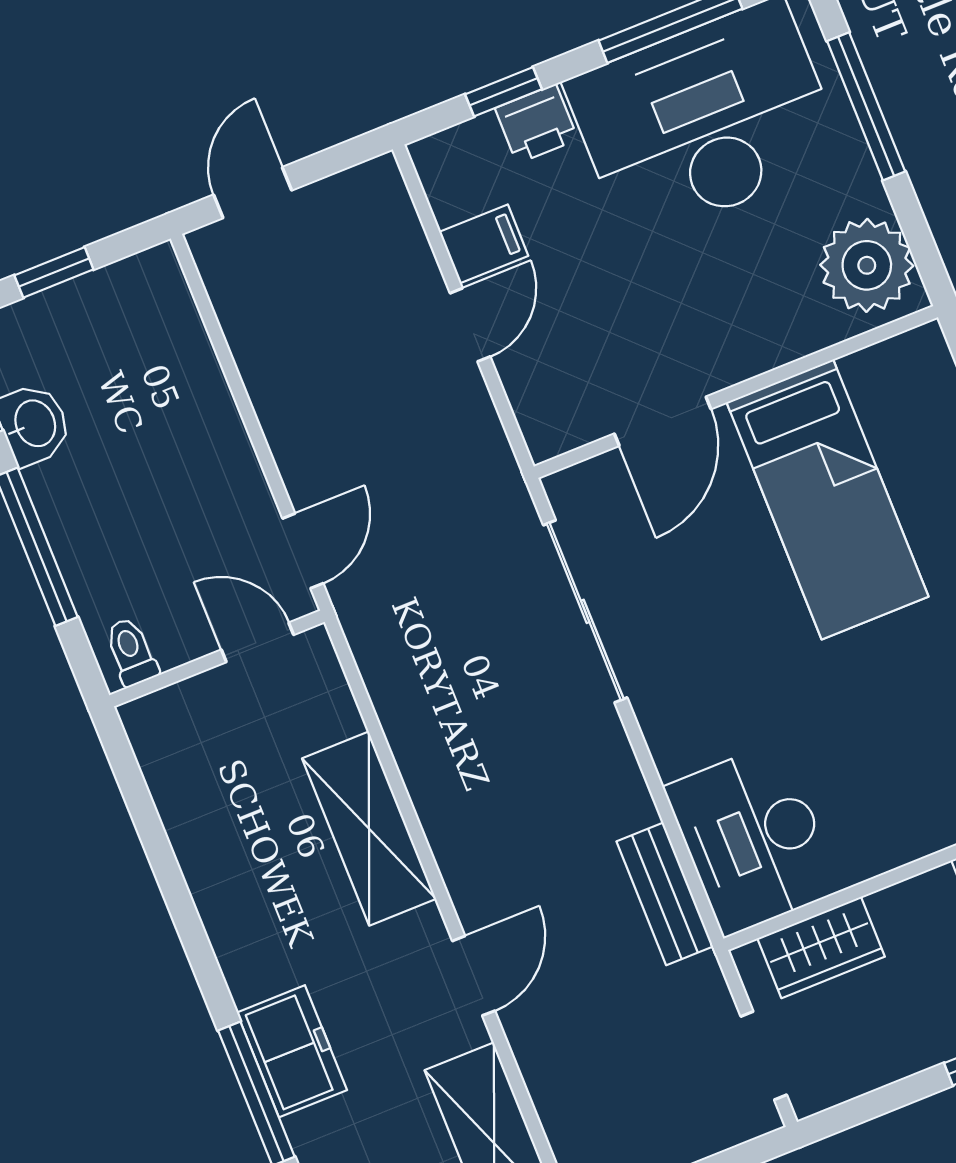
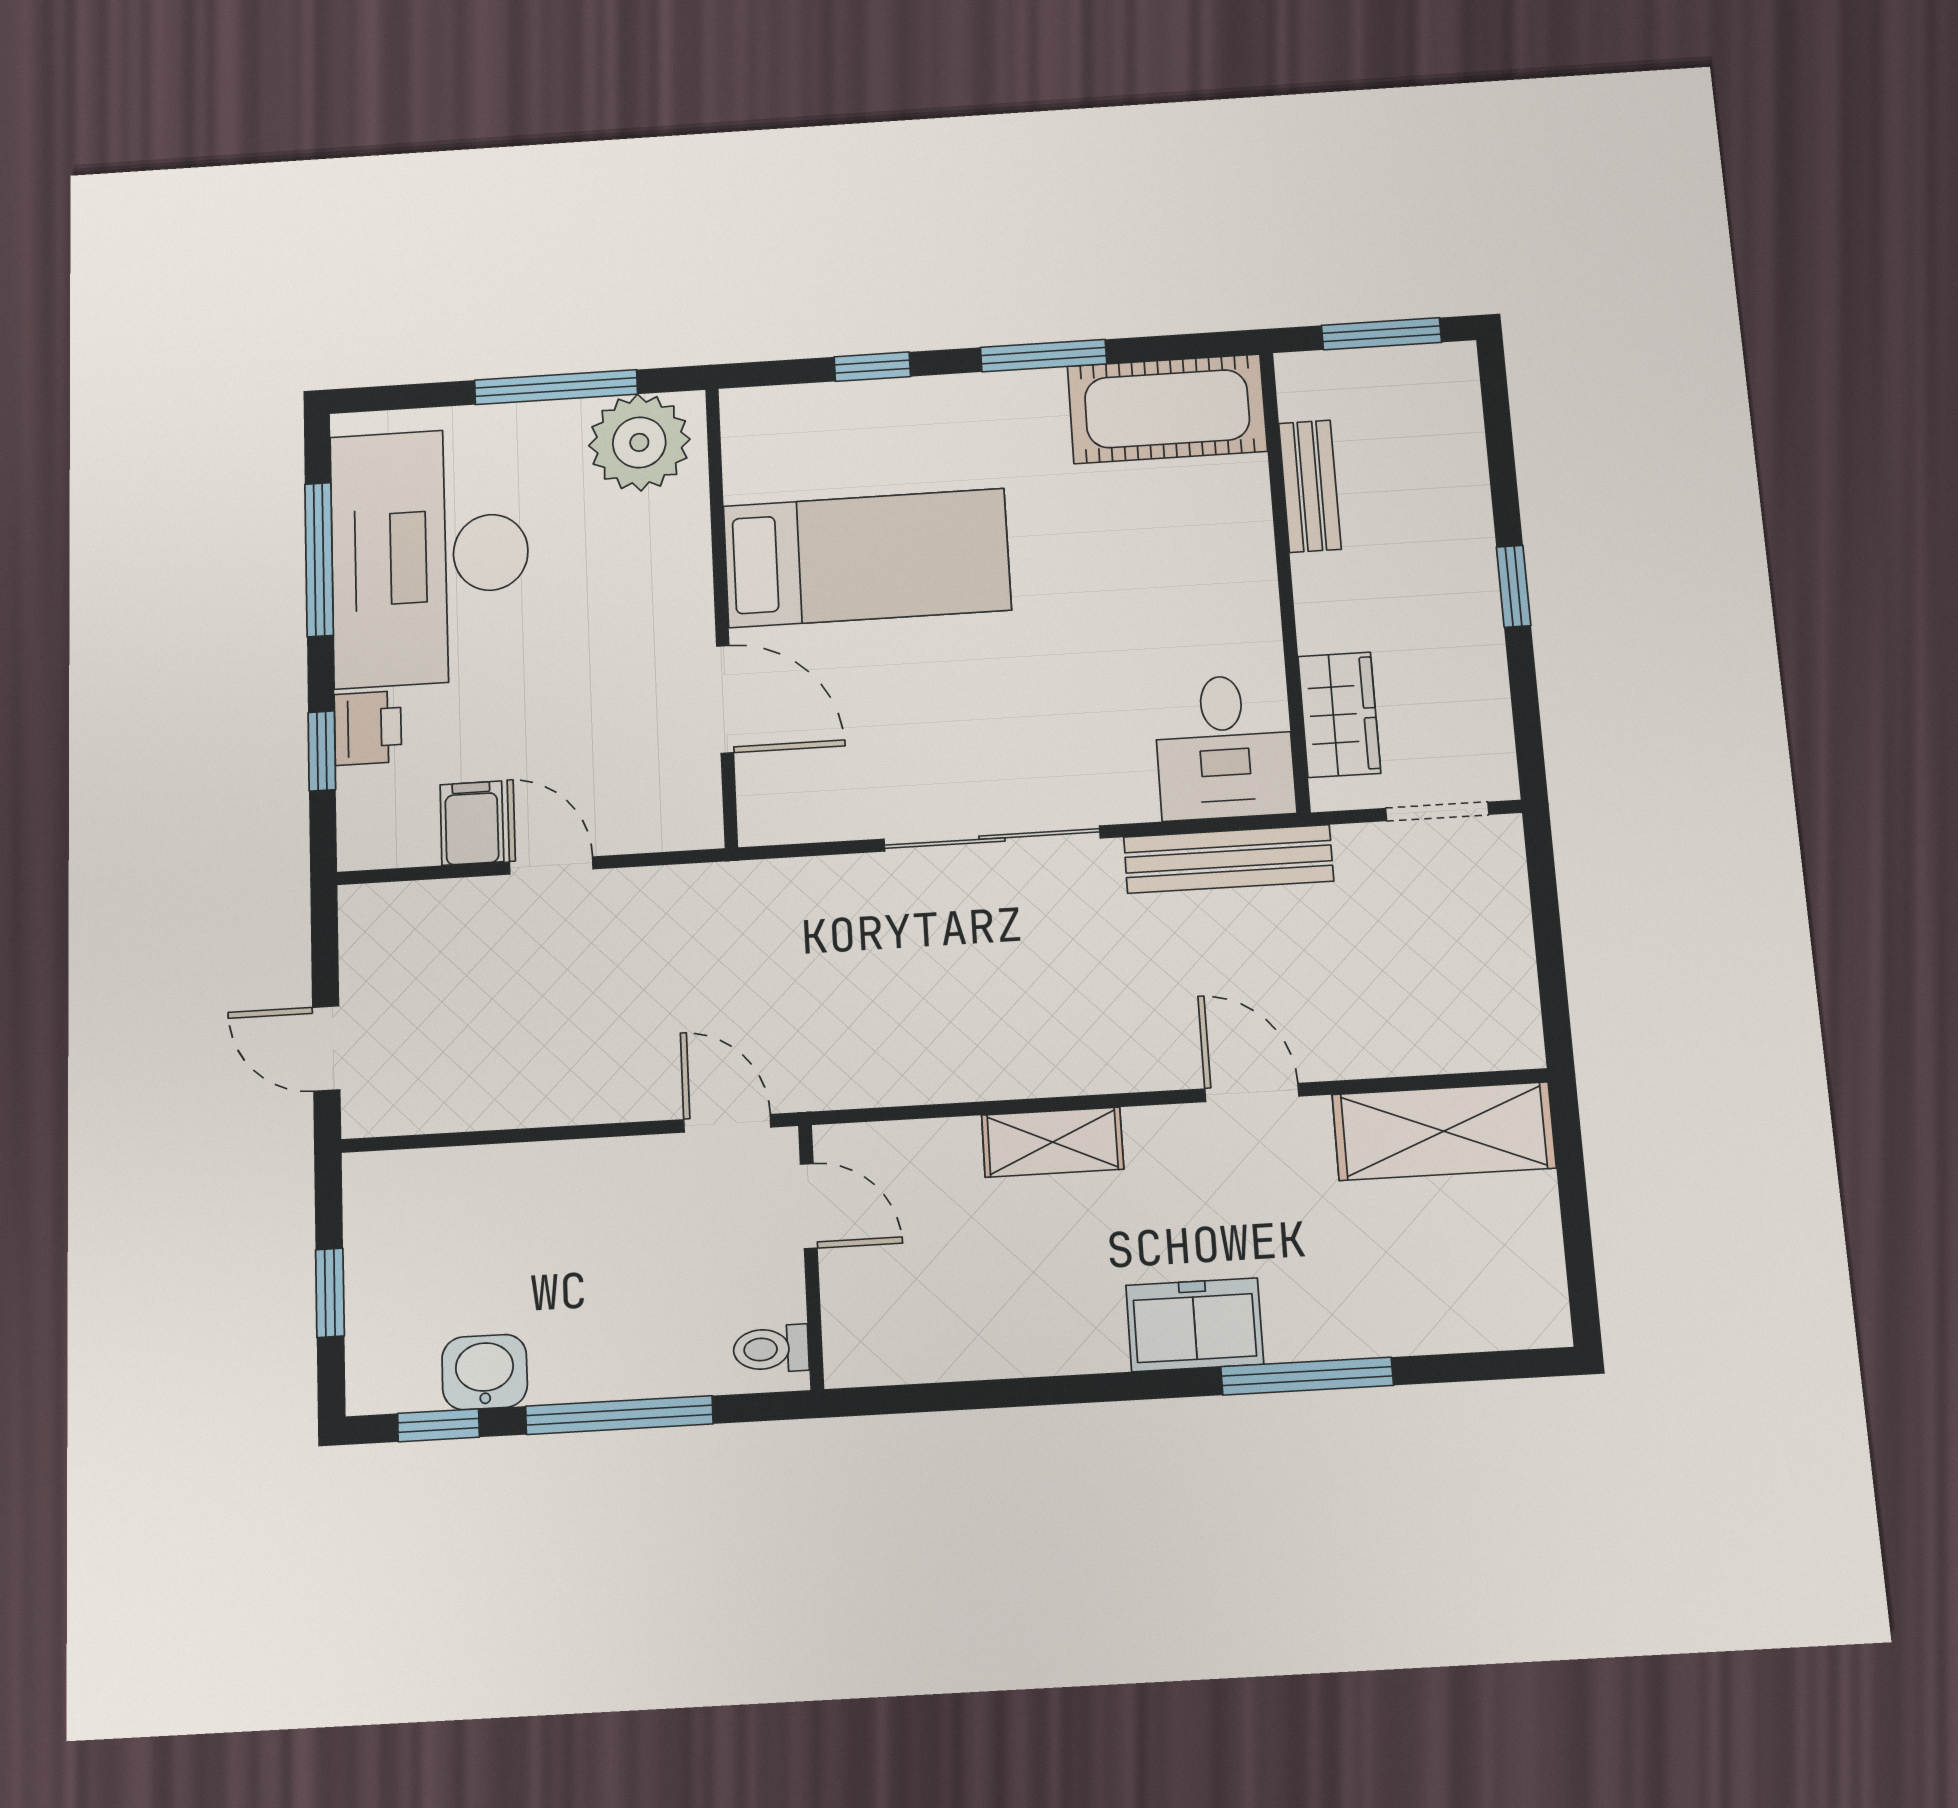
window: (866, 106) -> (556, 387), moved
sliding door: (585, 611) -> (992, 839), moved
door: (257, 642) -> (809, 1206), swing flipped
shelving: (369, 829) -> (1052, 1142), width x0.67, depth x0.75
desk: (753, 839) -> (1224, 747), width x0.73
bench: (665, 894) -> (1229, 859), width x1.36
freezer: (292, 1051) -> (1195, 1325), moved

